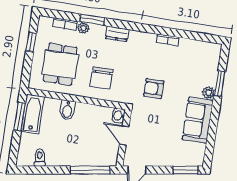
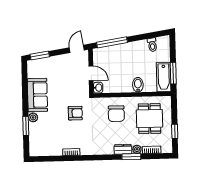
dresser: (117, 34) -> (123, 149), moved
chair: (101, 78) -> (116, 114), turned 180

